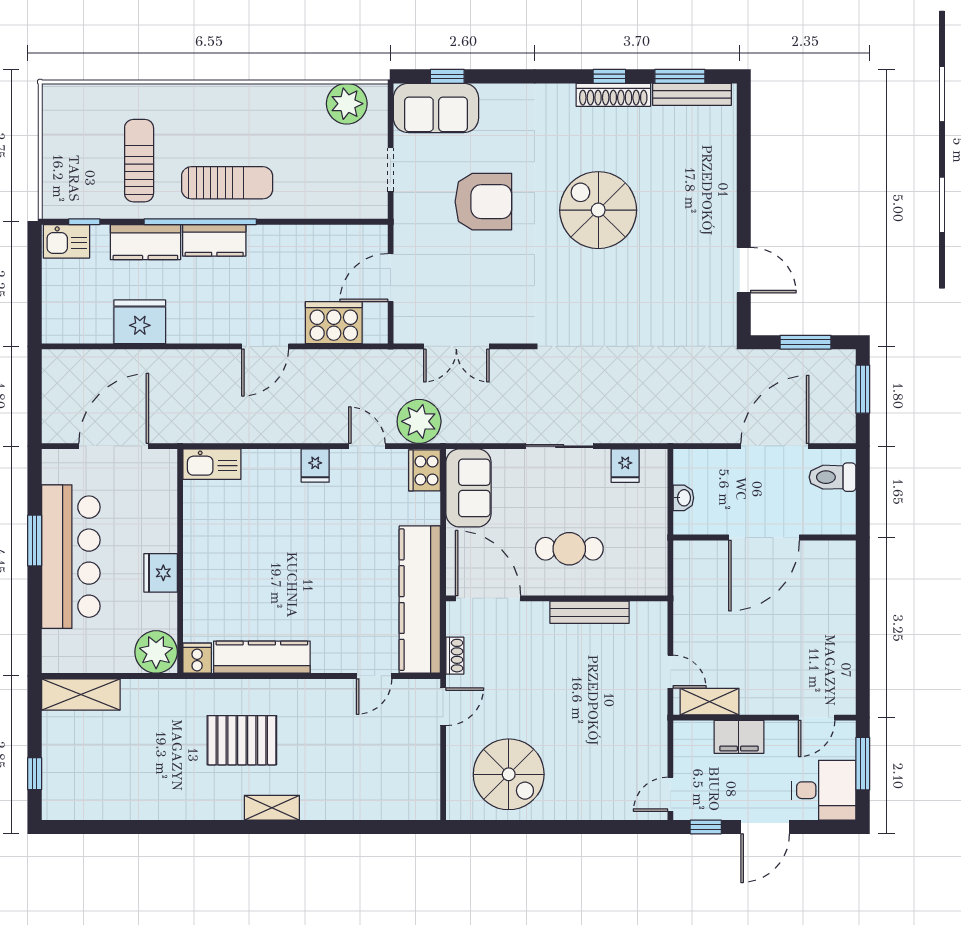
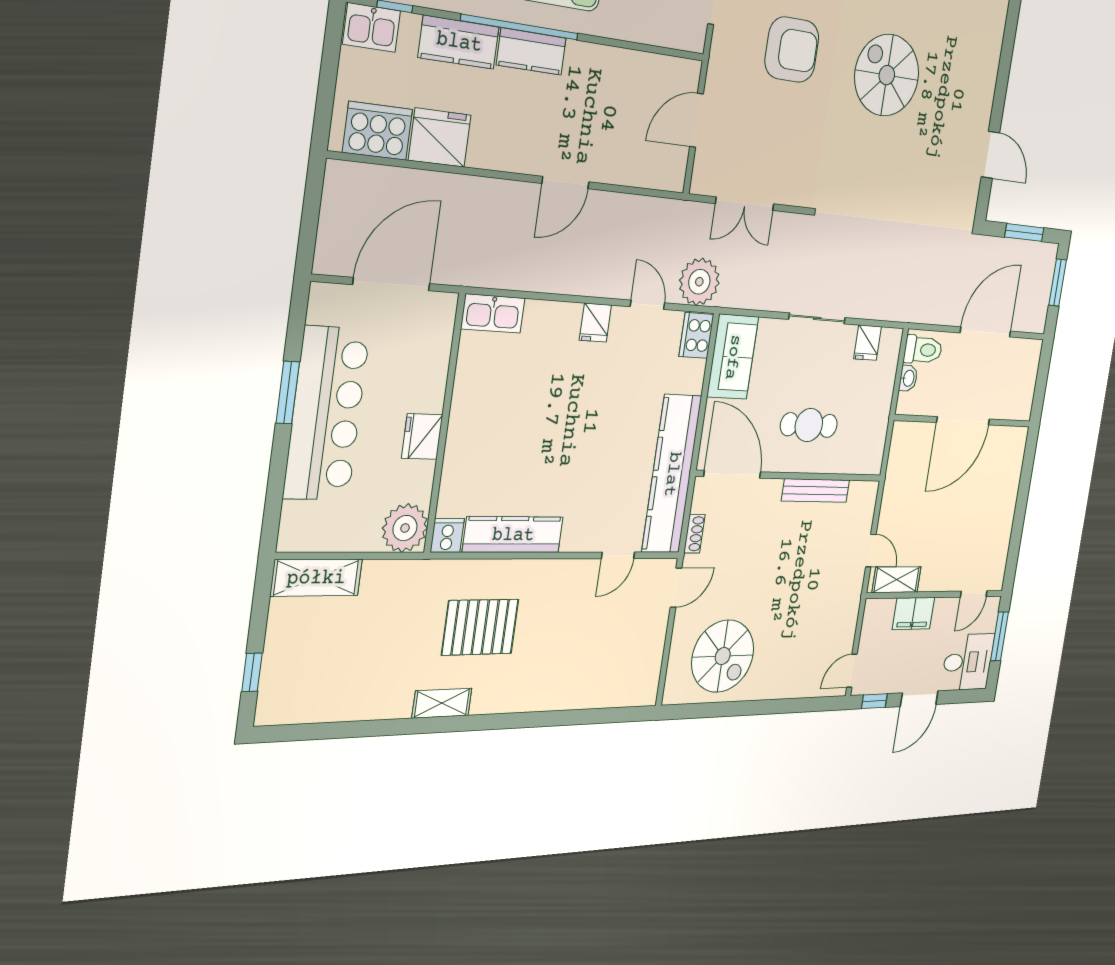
cooker: (334, 323) -> (378, 131), moved
toilet: (832, 477) -> (923, 350), moved, turned 180
shelving: (272, 808) -> (442, 703), moved

